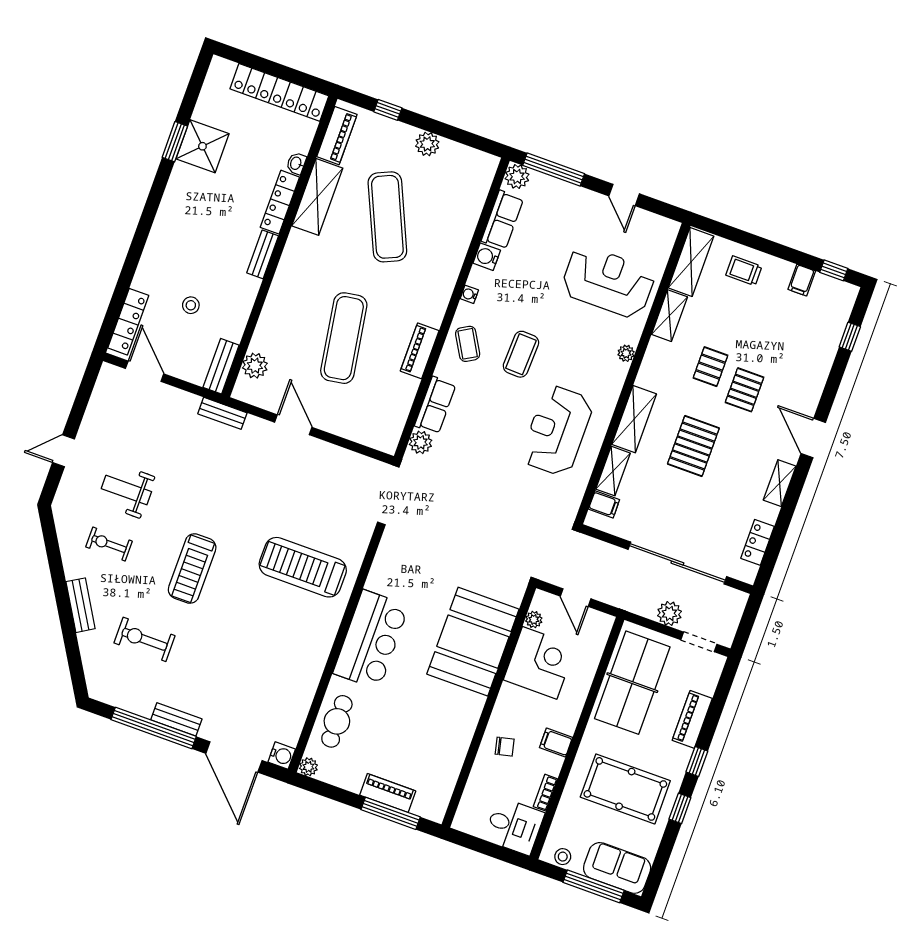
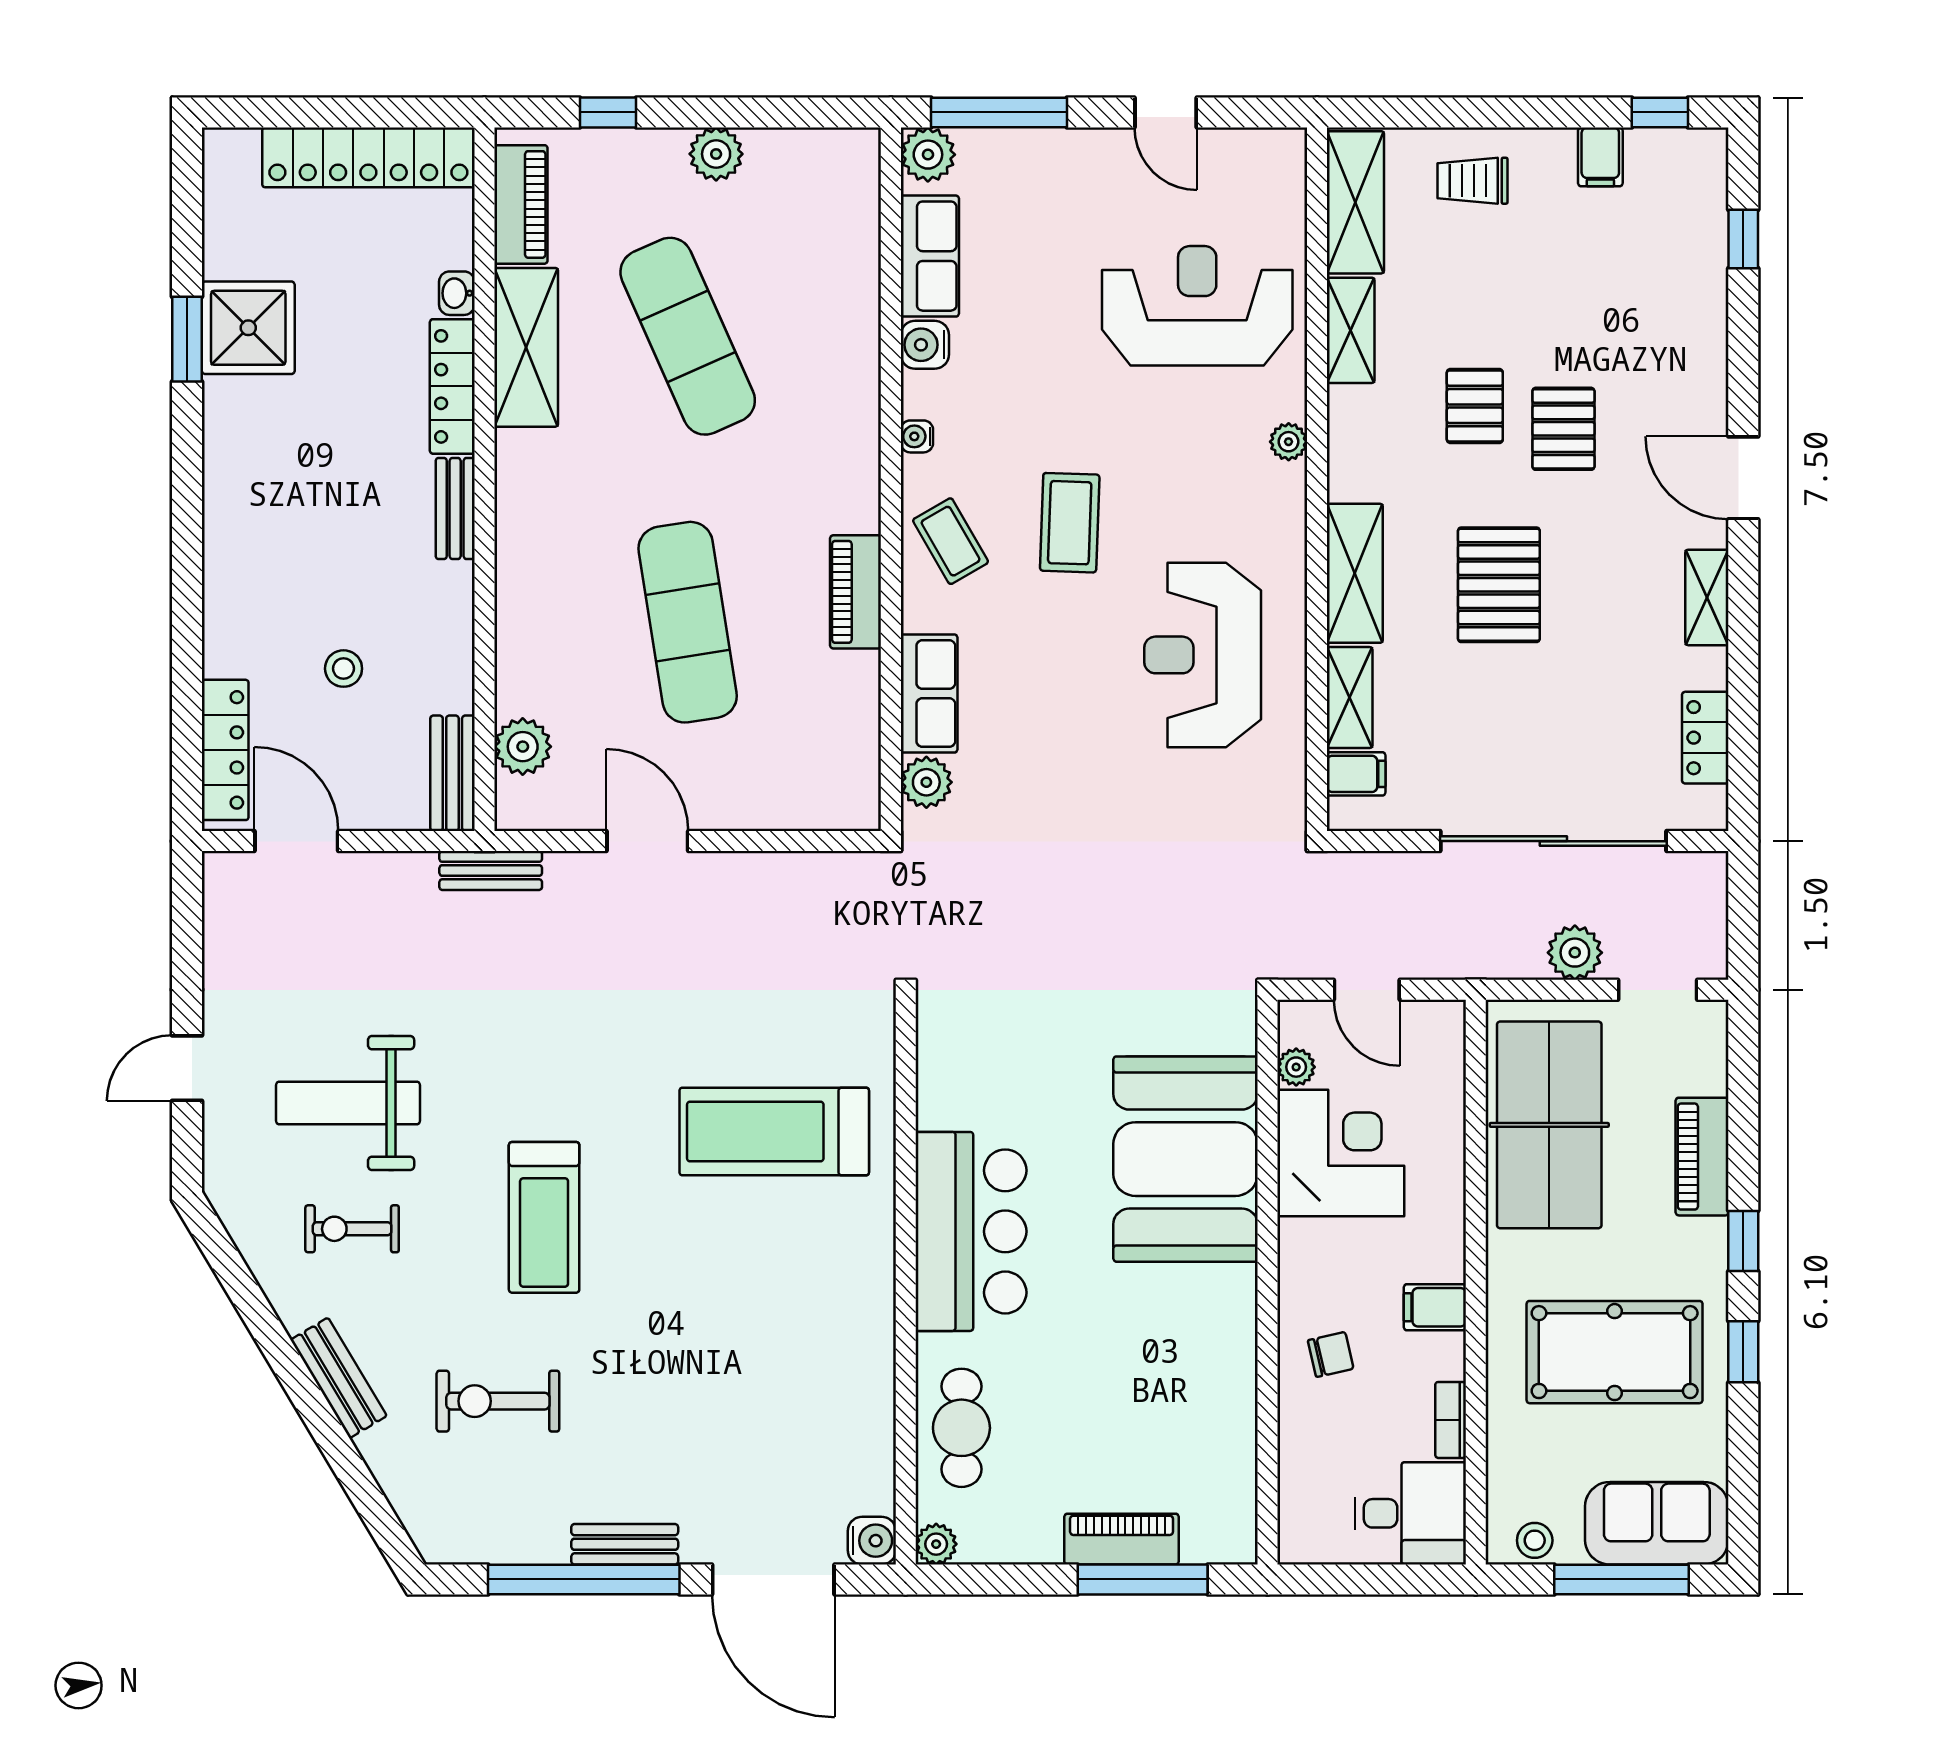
weight bench: (126, 490) -> (348, 1103), width x1.36, depth x1.33

